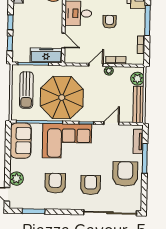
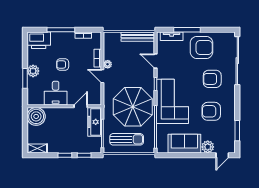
plant: (137, 79) -> (114, 38), removed
sofa: (21, 141) -> (184, 144), moved
armchair: (125, 174) -> (201, 47), turned 180

